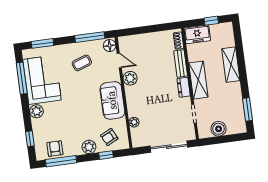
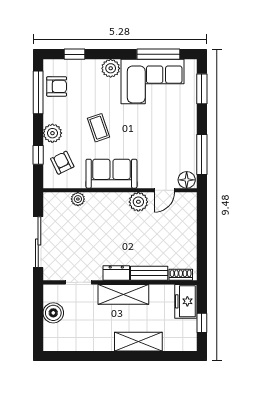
coffee table: (82, 63) -> (98, 128), moved
window: (248, 109) -> (74, 356), removed

